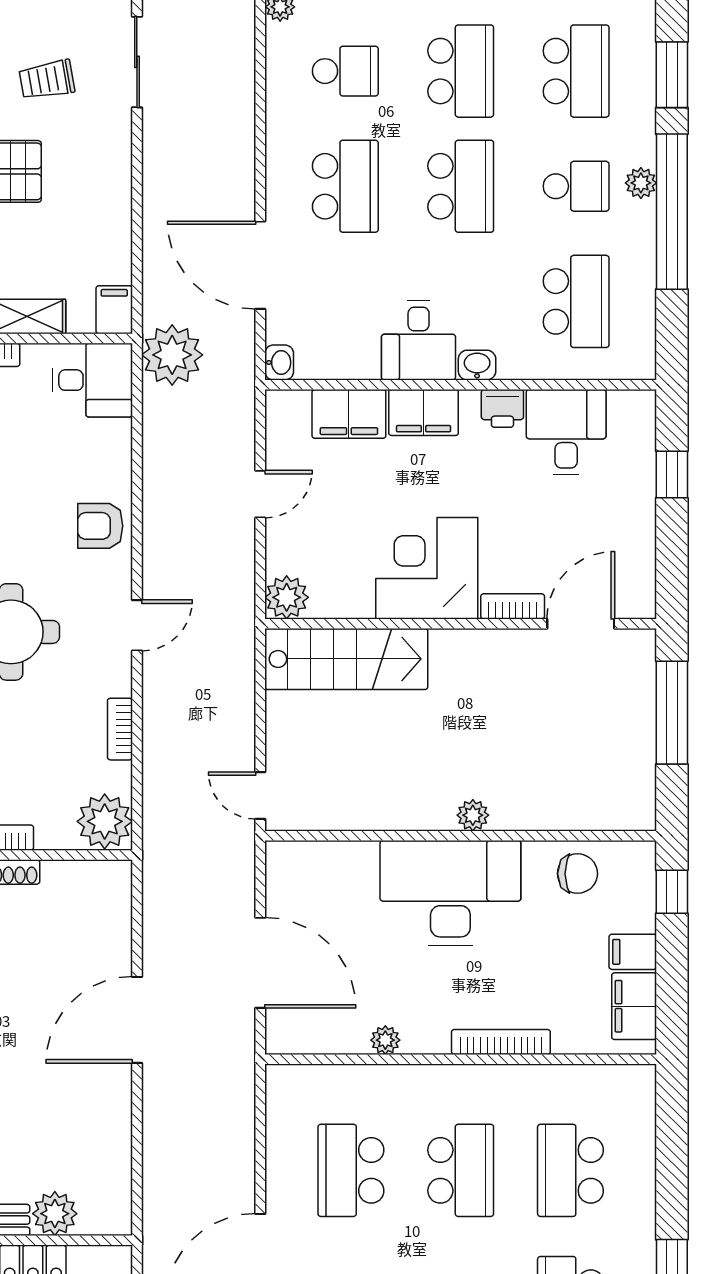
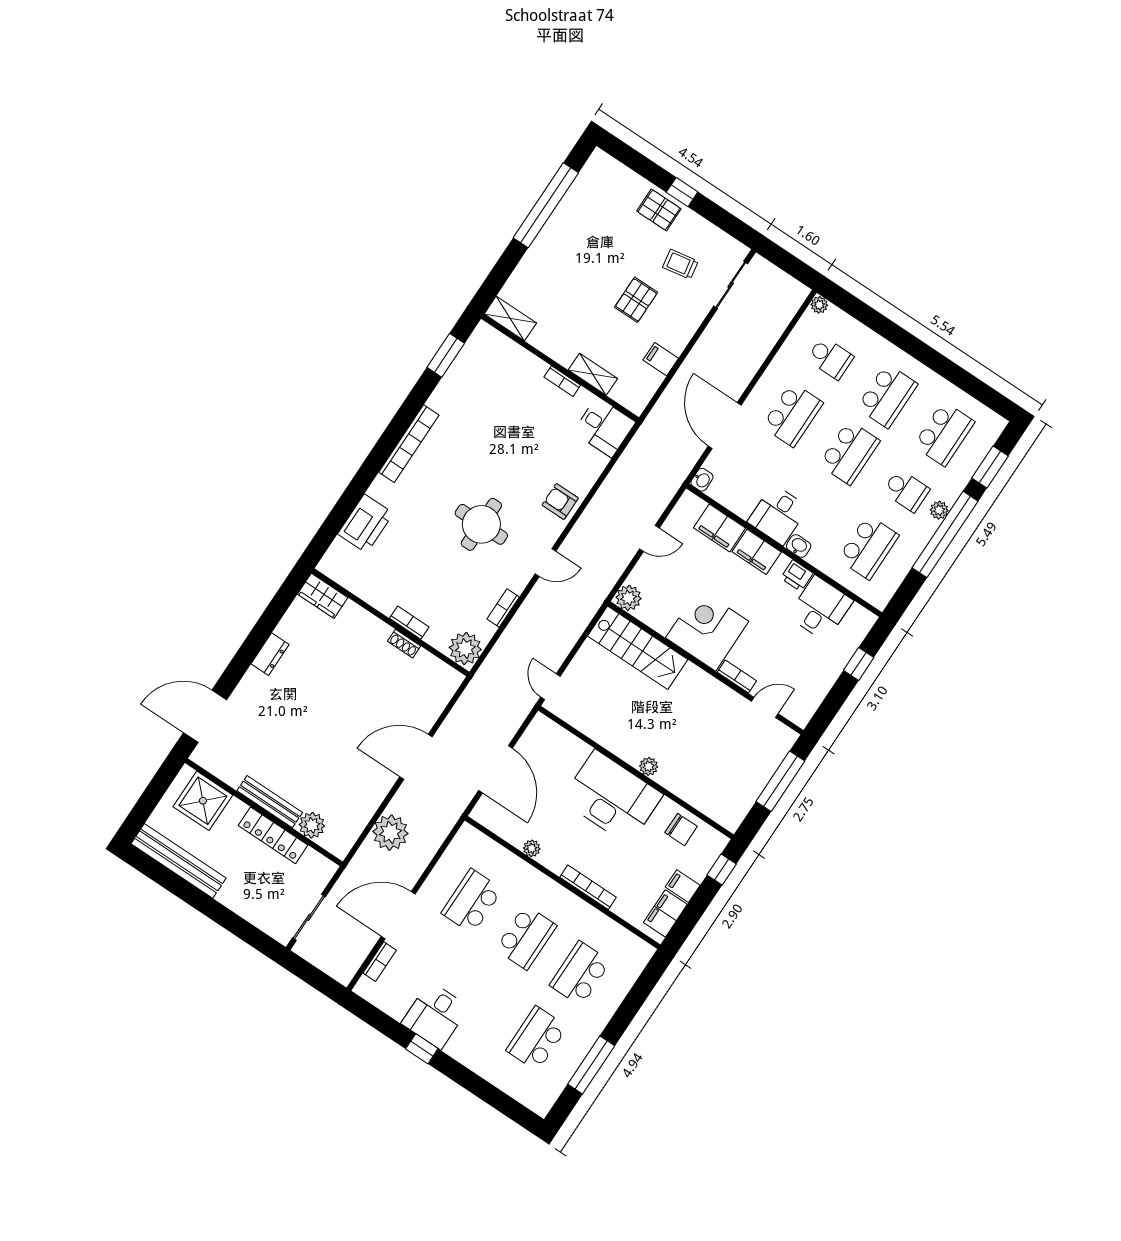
filing cabinet: (114, 310) -> (661, 359), moved, turned -90
plant: (172, 355) -> (390, 833), moved
door: (581, 624) -> (765, 707), width x0.73

